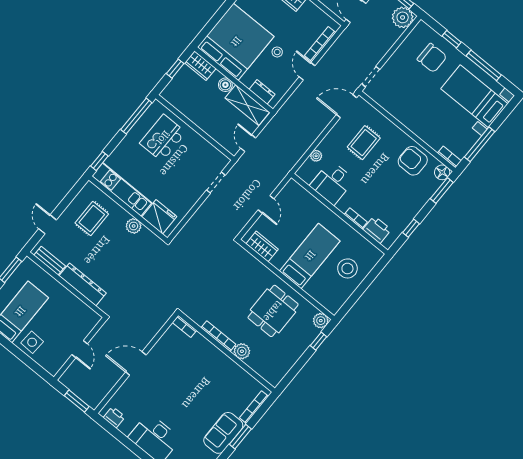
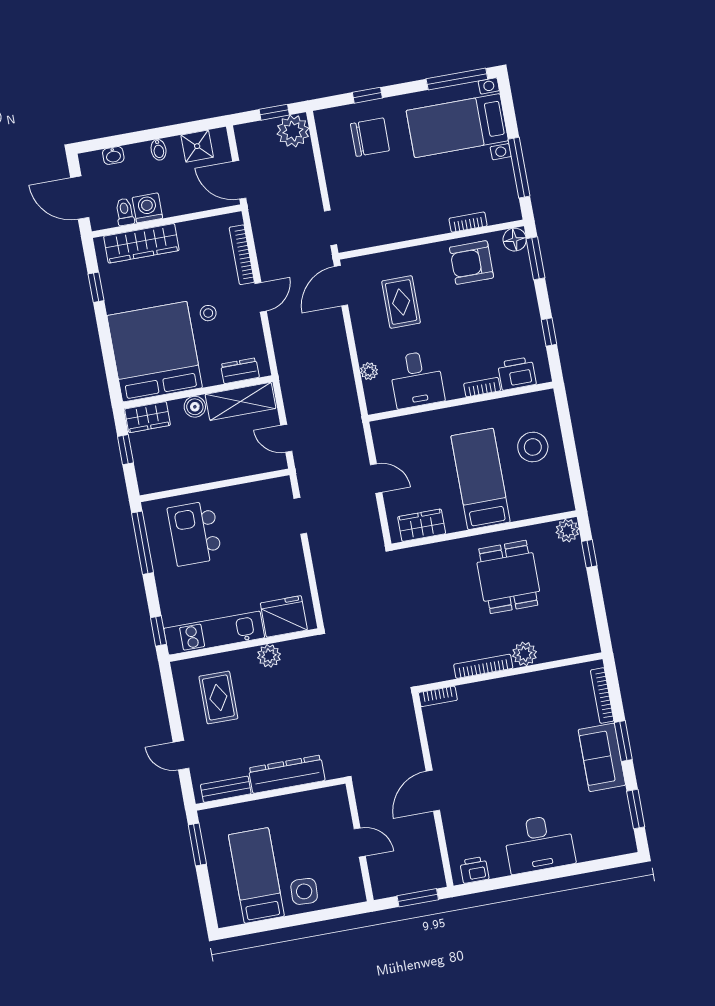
window: (484, 65) -> (457, 79), moved
door: (307, 71) -> (261, 297), swing flipped
bookcase: (449, 157) -> (468, 222), moved

